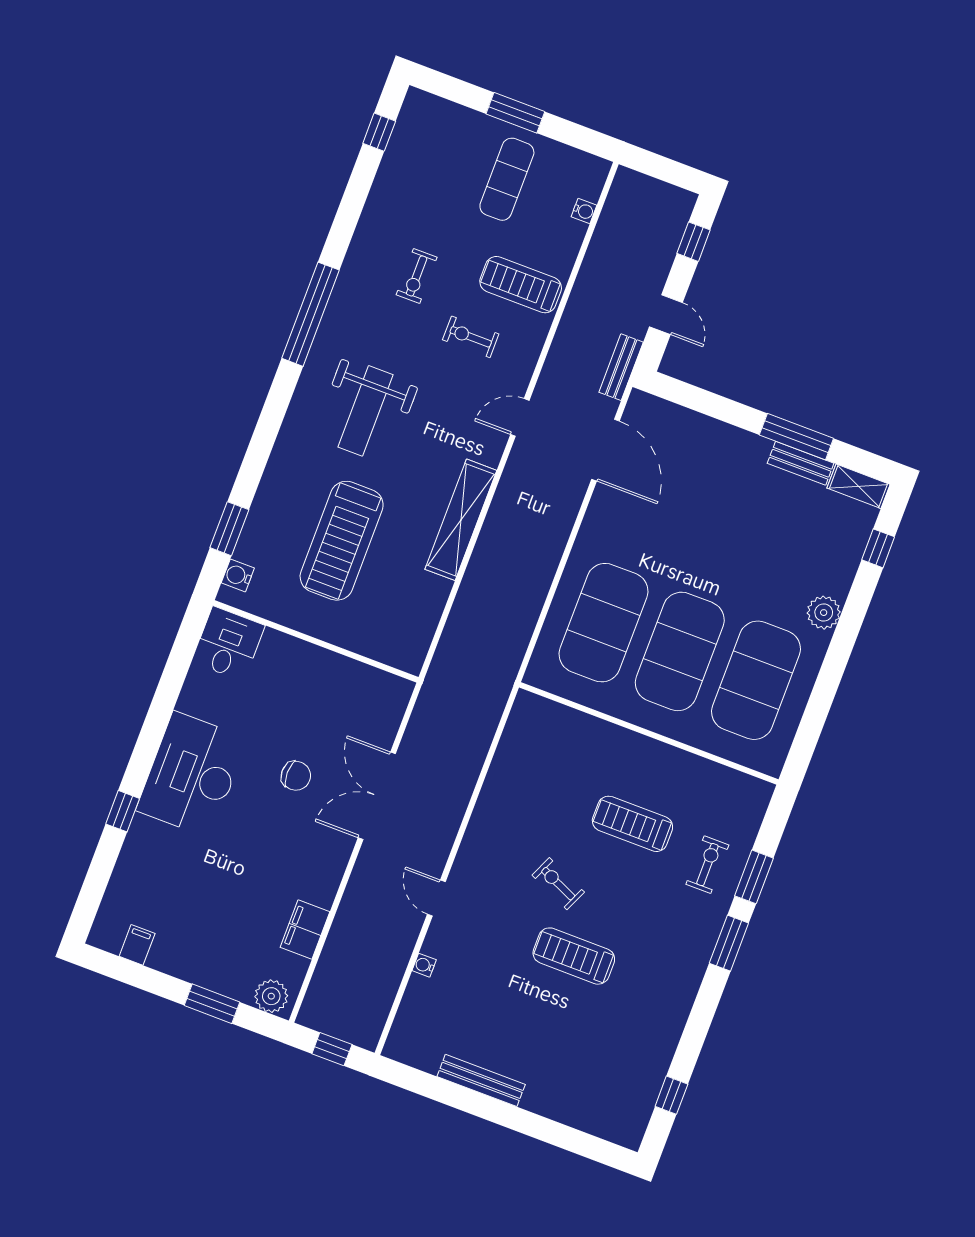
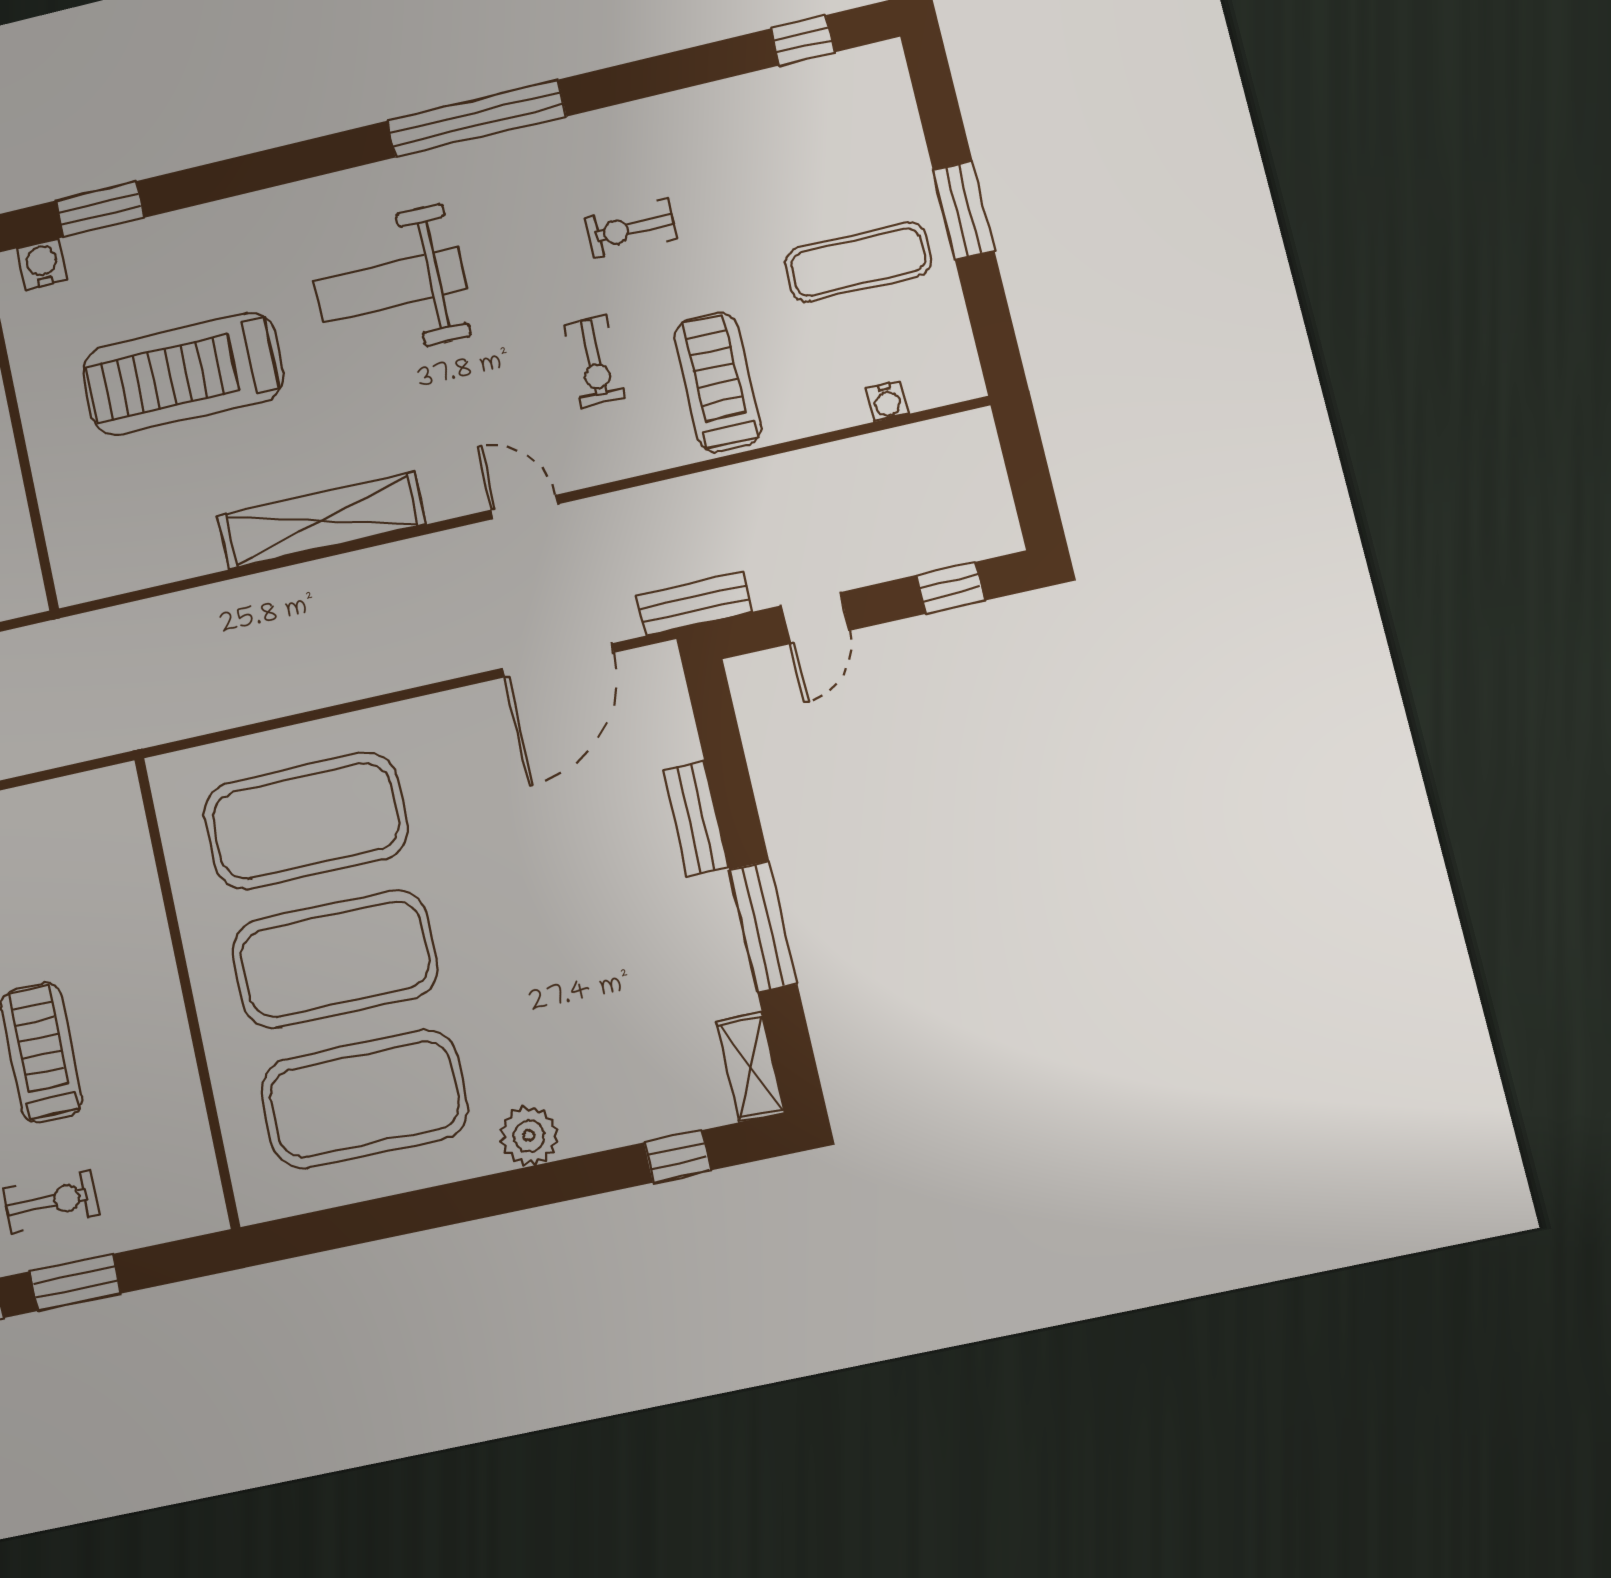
exercise bike: (471, 337) -> (594, 361), turned 180
bench: (801, 463) -> (696, 819), moved

